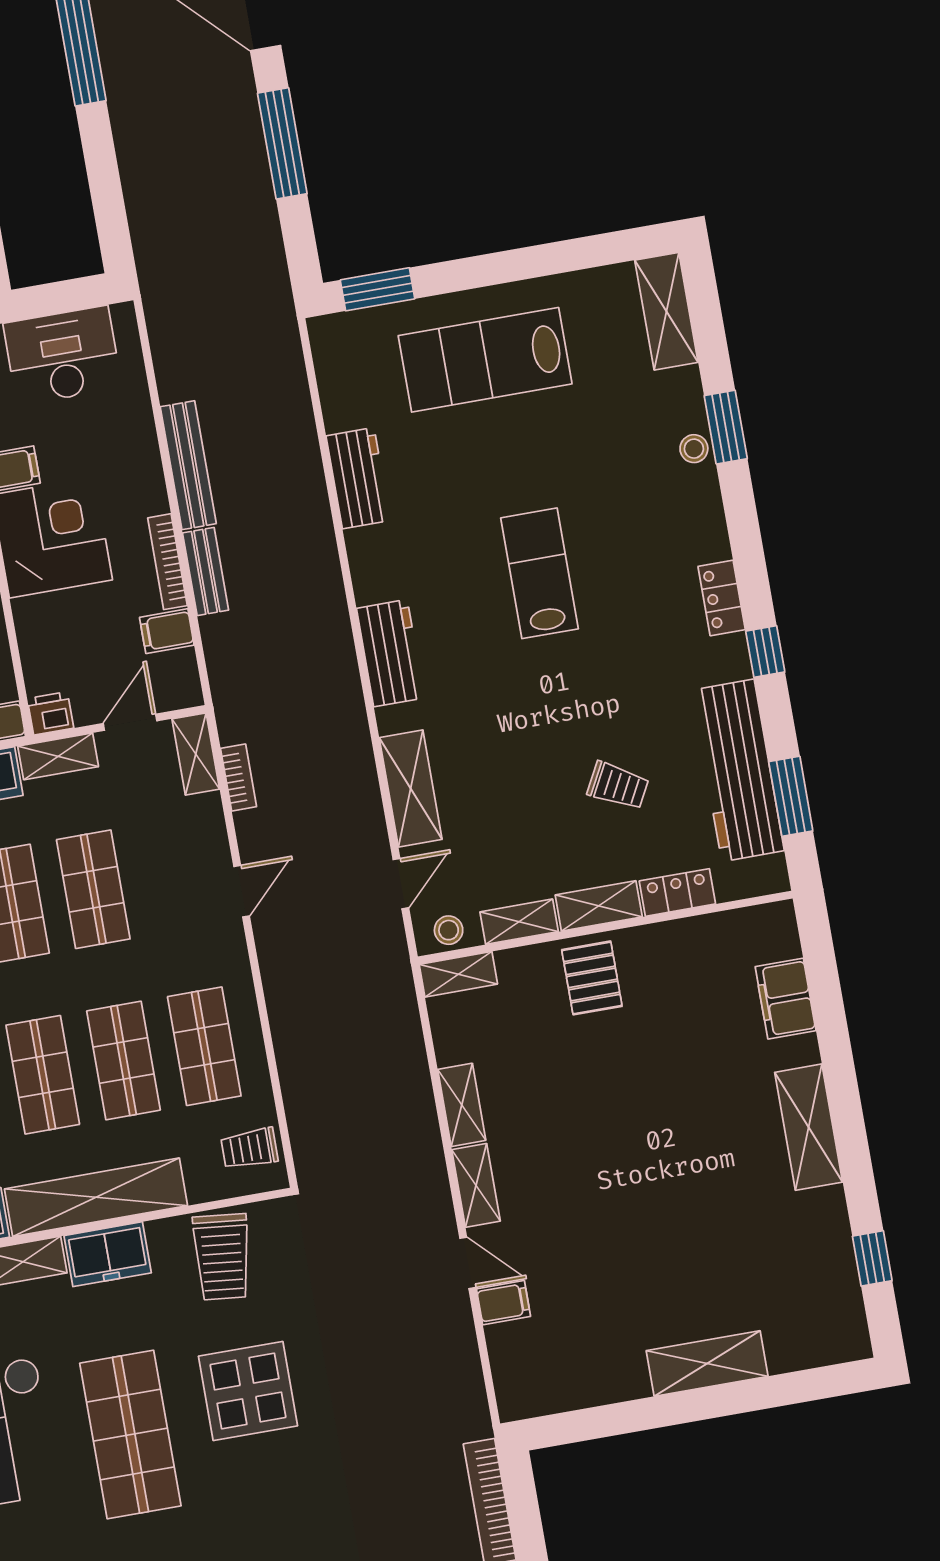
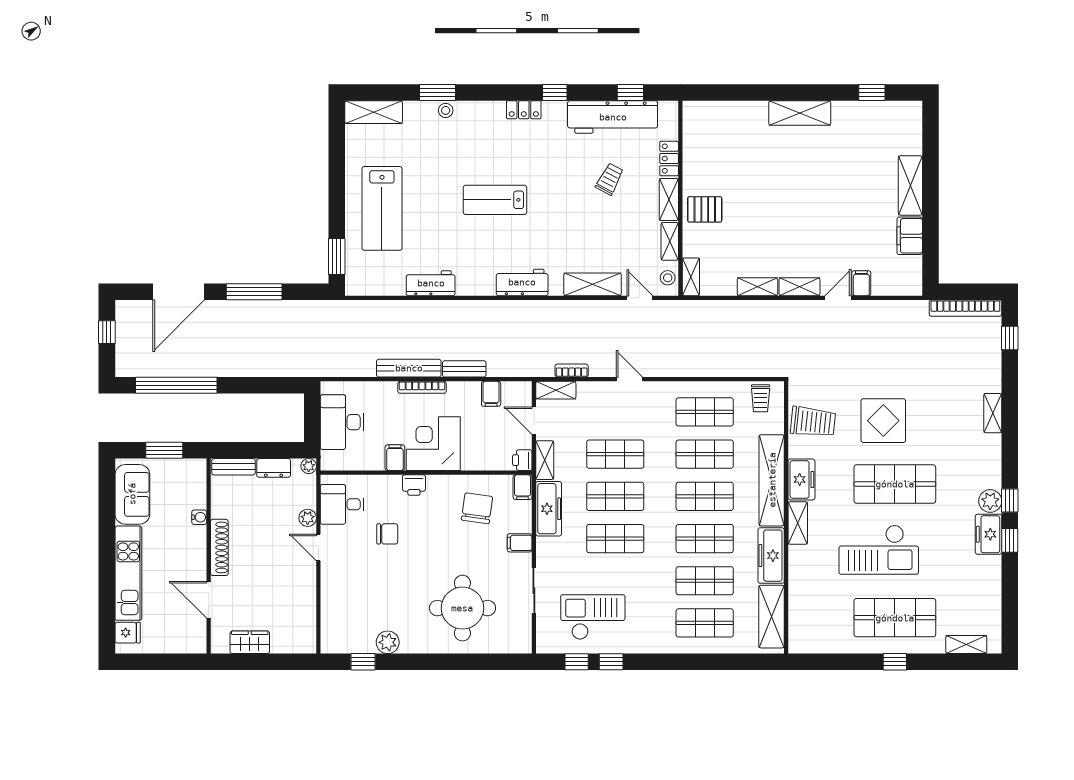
bookcase: (167, 562) -> (422, 387), moved
window: (791, 796) -> (630, 92), width x0.67
filing cabinet: (786, 999) -> (910, 236), moved, turned 90

